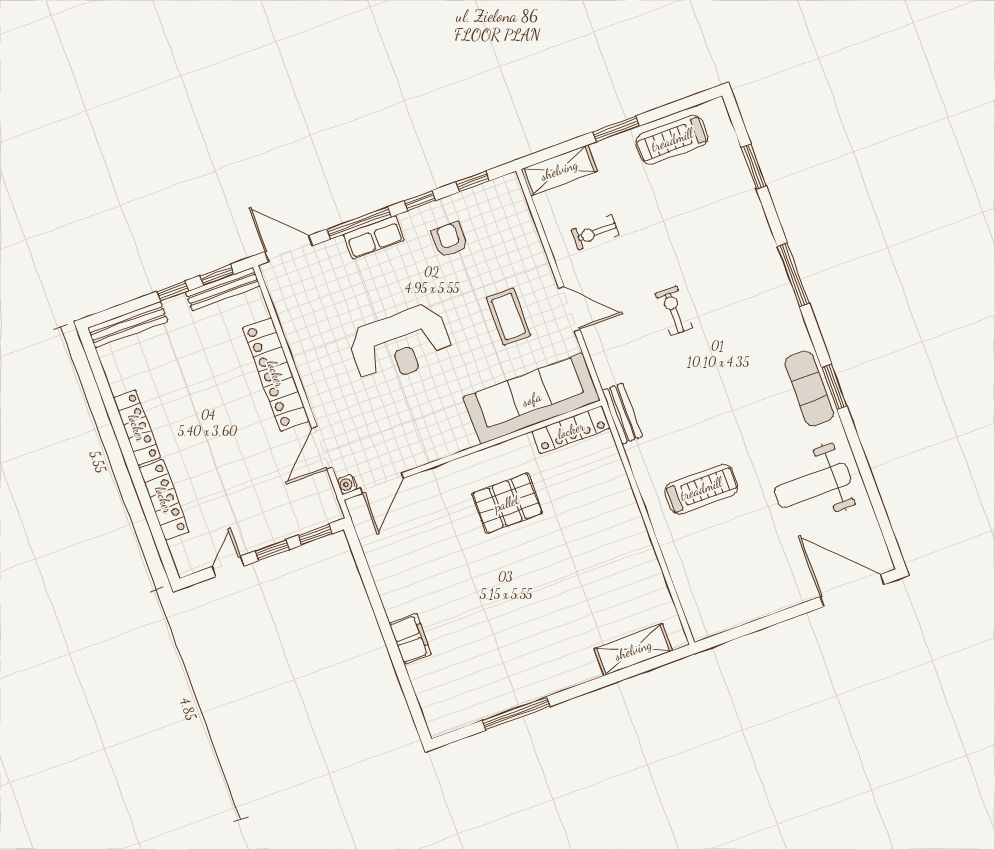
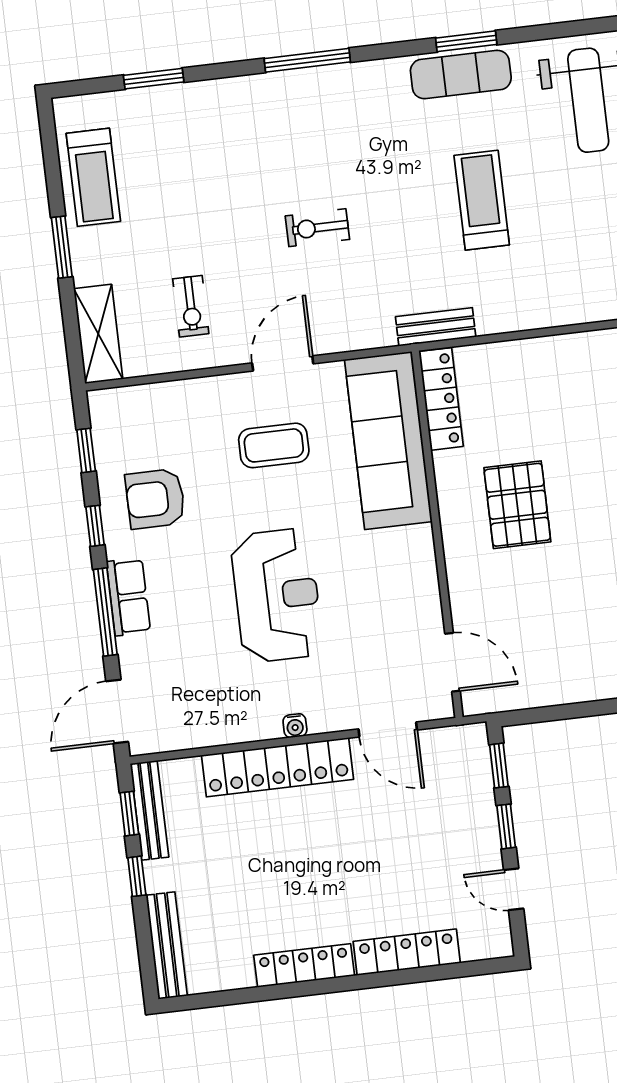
armchair: (449, 240) -> (155, 499), width x1.38, depth x1.38
water cooler: (347, 484) -> (295, 726), moved
treadmill: (701, 489) -> (482, 200), moved

